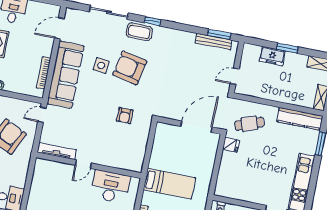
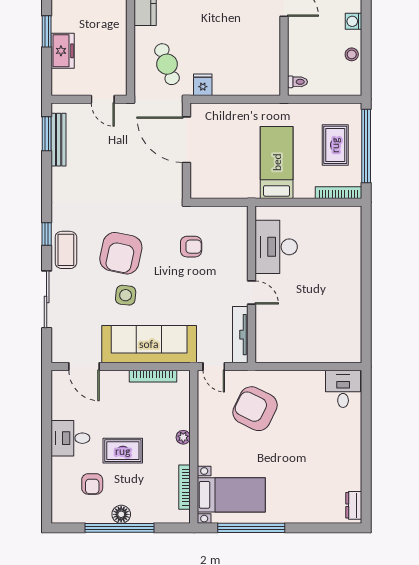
tv unit: (57, 151) -> (240, 335), moved
door: (83, 164) -> (252, 293), moved
wall: (89, 165) -> (252, 284), moved
desk: (110, 187) -> (276, 247), moved

